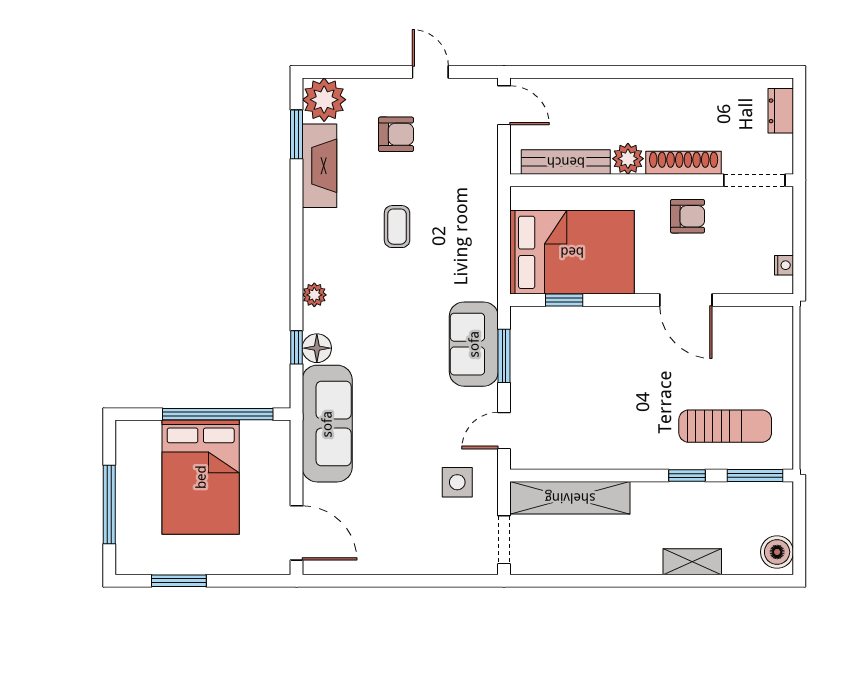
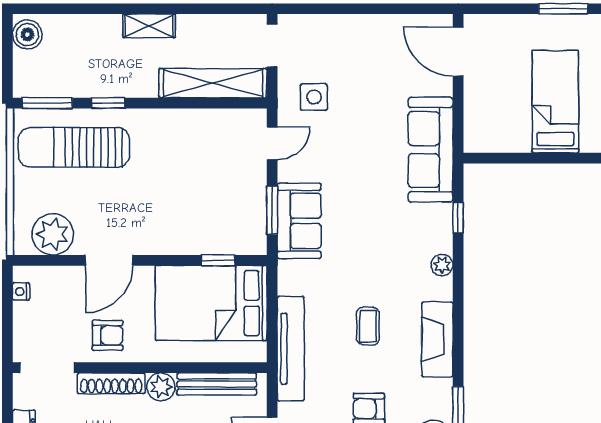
fireplace: (320, 166) -> (437, 339), moved
tv unit: (483, 201) -> (291, 349), added
armchair: (688, 216) -> (108, 335), turned 180
door: (686, 300) -> (109, 260), swing flipped
plant: (749, 329) -> (53, 234), added
floor lamp: (317, 348) -> (440, 217), removed
window: (218, 414) -> (529, 158), removed
sun lounger: (725, 426) -> (74, 147), width x1.36, depth x1.34
bed: (201, 477) -> (555, 102), width x0.67
shelving: (692, 562) -> (149, 26), moved

